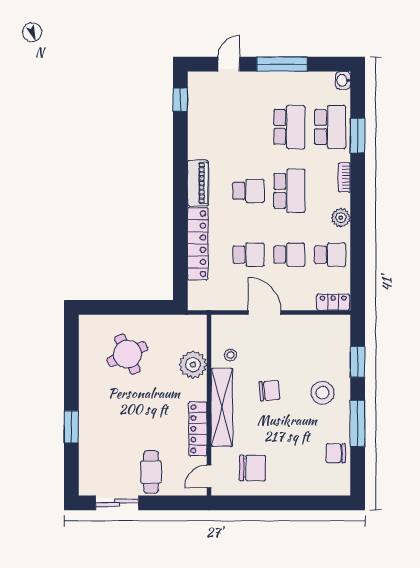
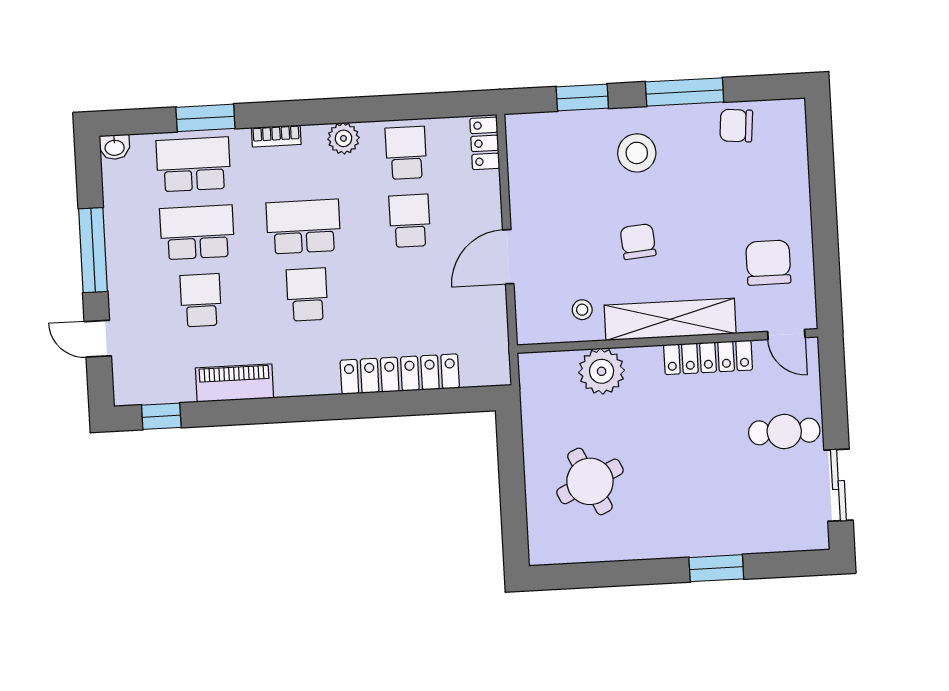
piano: (198, 183) -> (234, 383), moved
school desk: (249, 255) -> (201, 300), moved
chair: (336, 453) -> (736, 126), turned 95

